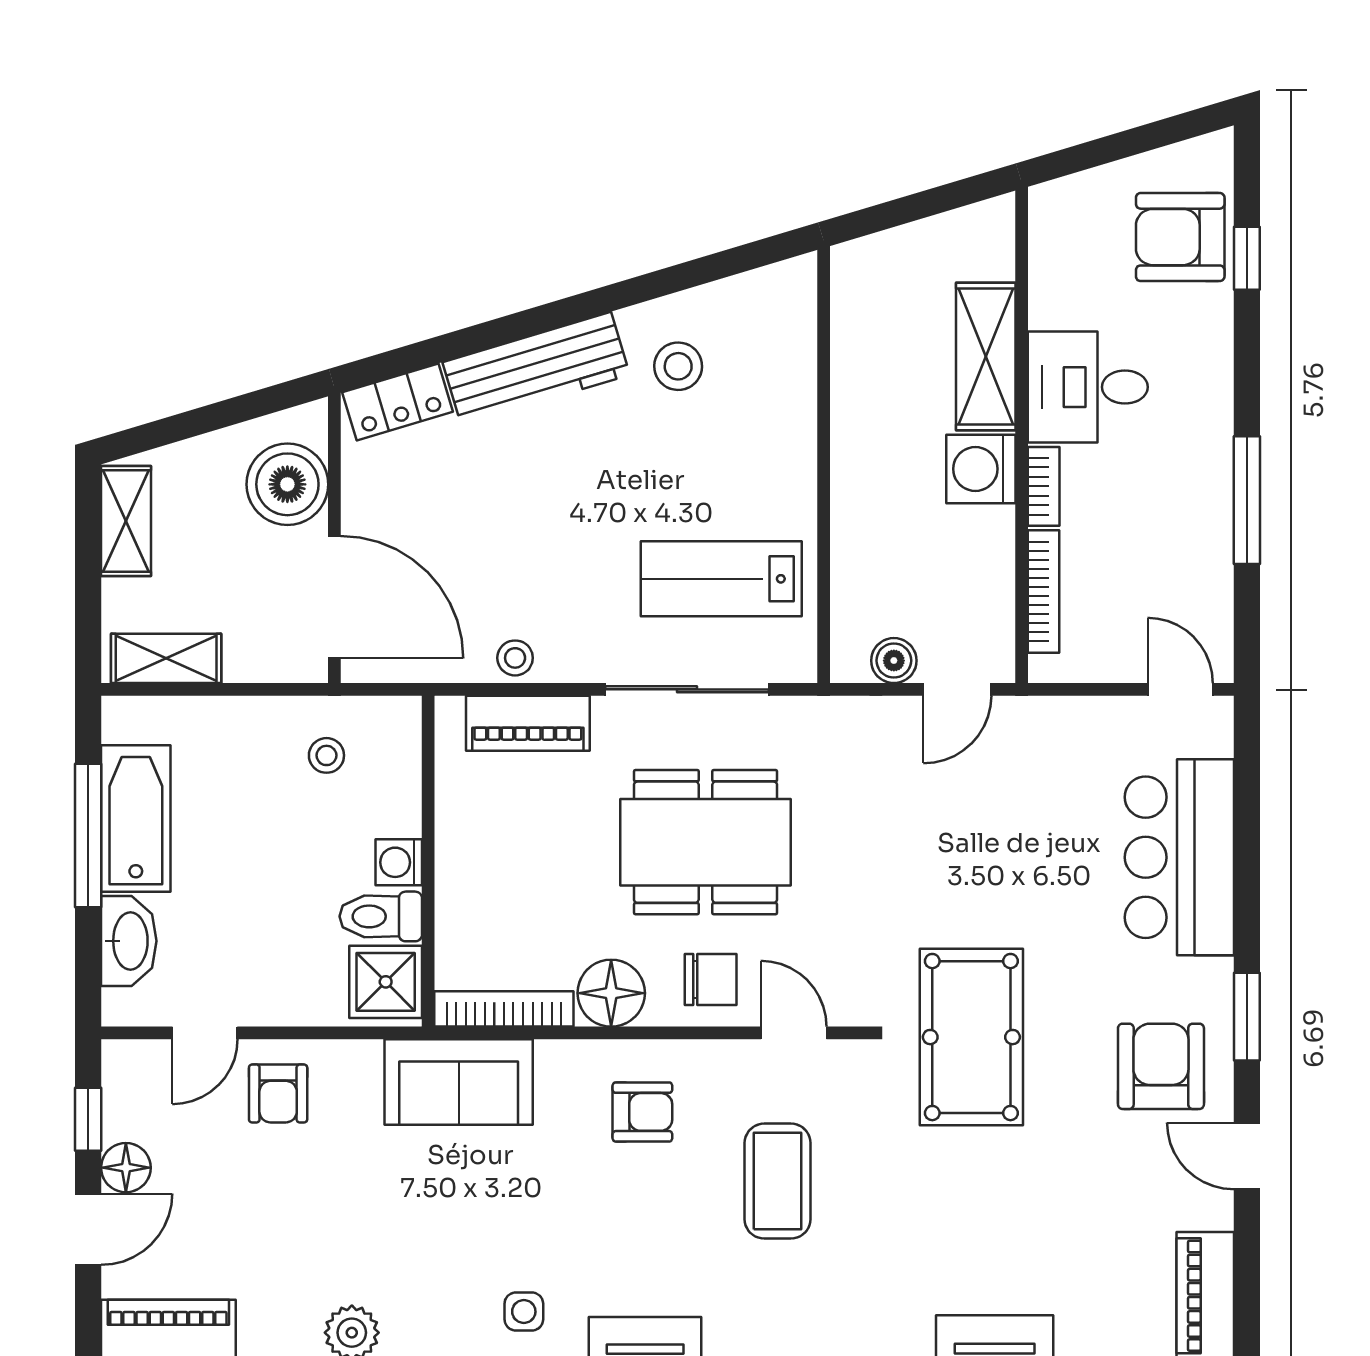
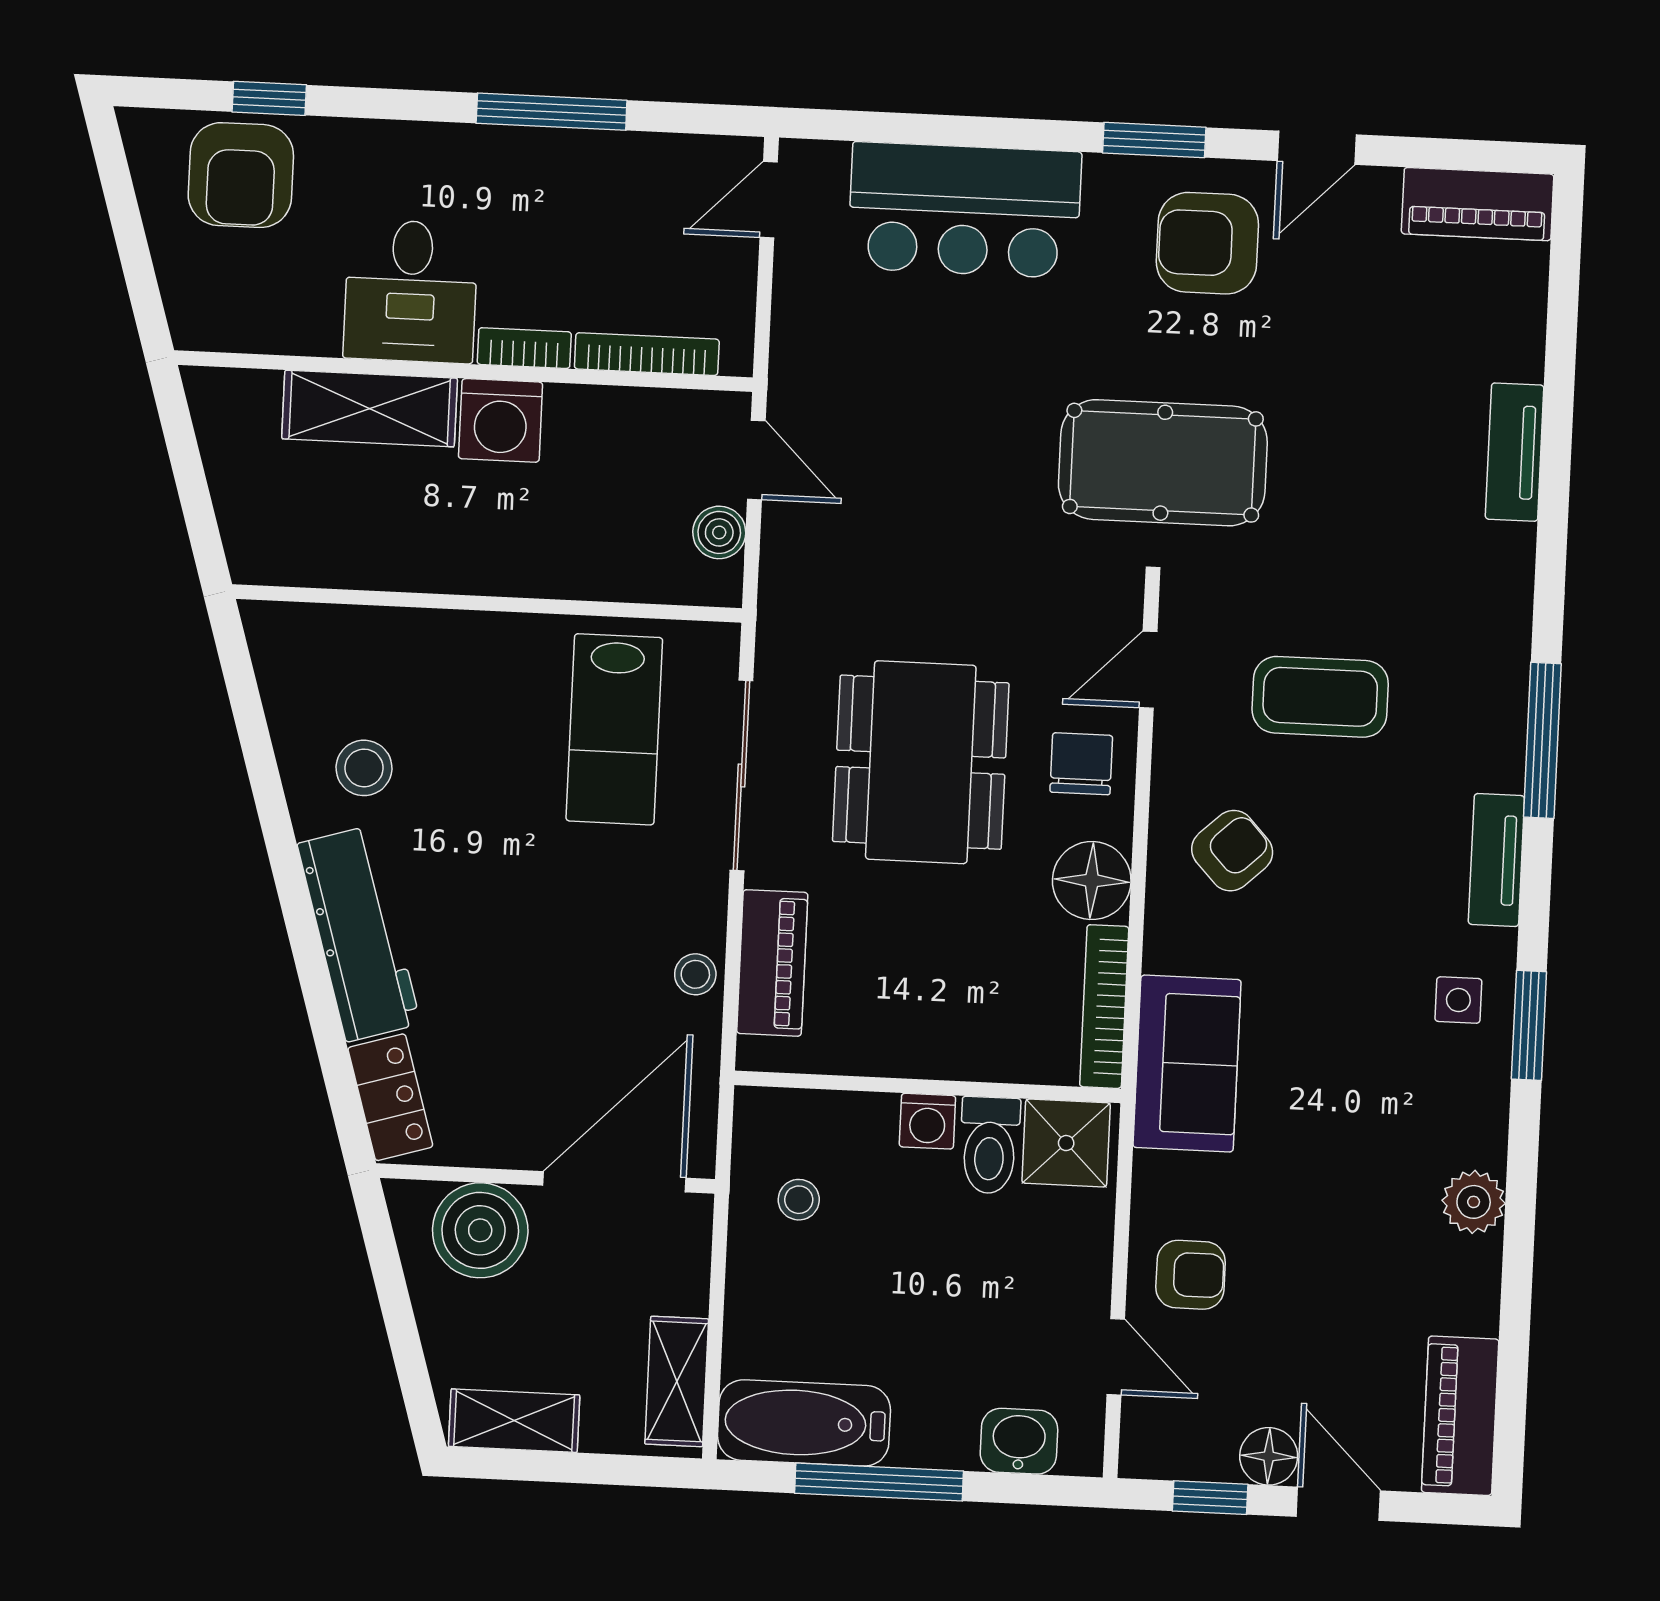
bathtub: (136, 818) -> (804, 1423), moved
washbasin: (129, 941) -> (1019, 1441), width x0.72
armchair: (642, 1112) -> (1232, 851), turned 47

